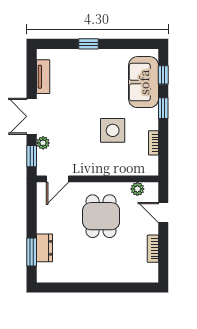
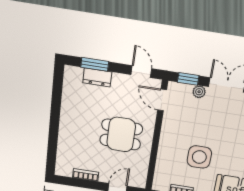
plant: (137, 189) -> (142, 170), removed
door: (32, 204) -> (141, 72), added

